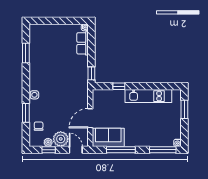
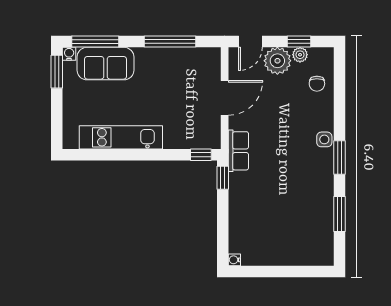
row of seats: (83, 43) -> (238, 151), moved
window: (119, 86) -> (201, 155), moved
window: (184, 109) -> (57, 72), moved
window: (26, 113) -> (340, 157), moved
sofa: (108, 137) -> (105, 64), moved
door: (76, 150) -> (250, 42), hinge flipped

